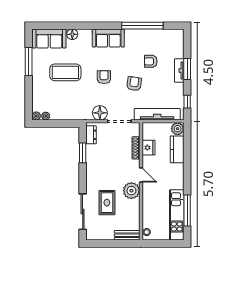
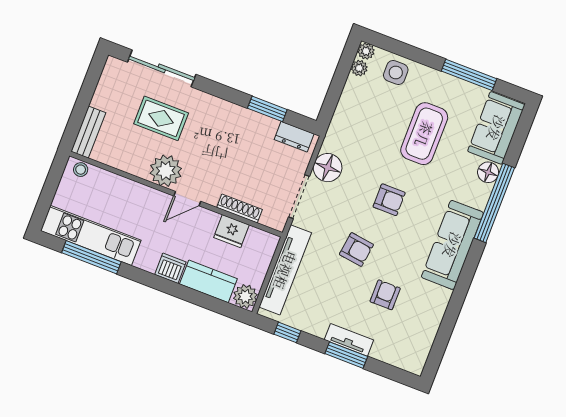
window: (142, 26) -> (494, 203), moved
sofa: (108, 38) -> (452, 245), width x1.36
side table: (41, 98) -> (396, 73), added
dishwasher: (178, 170) -> (170, 268), added

